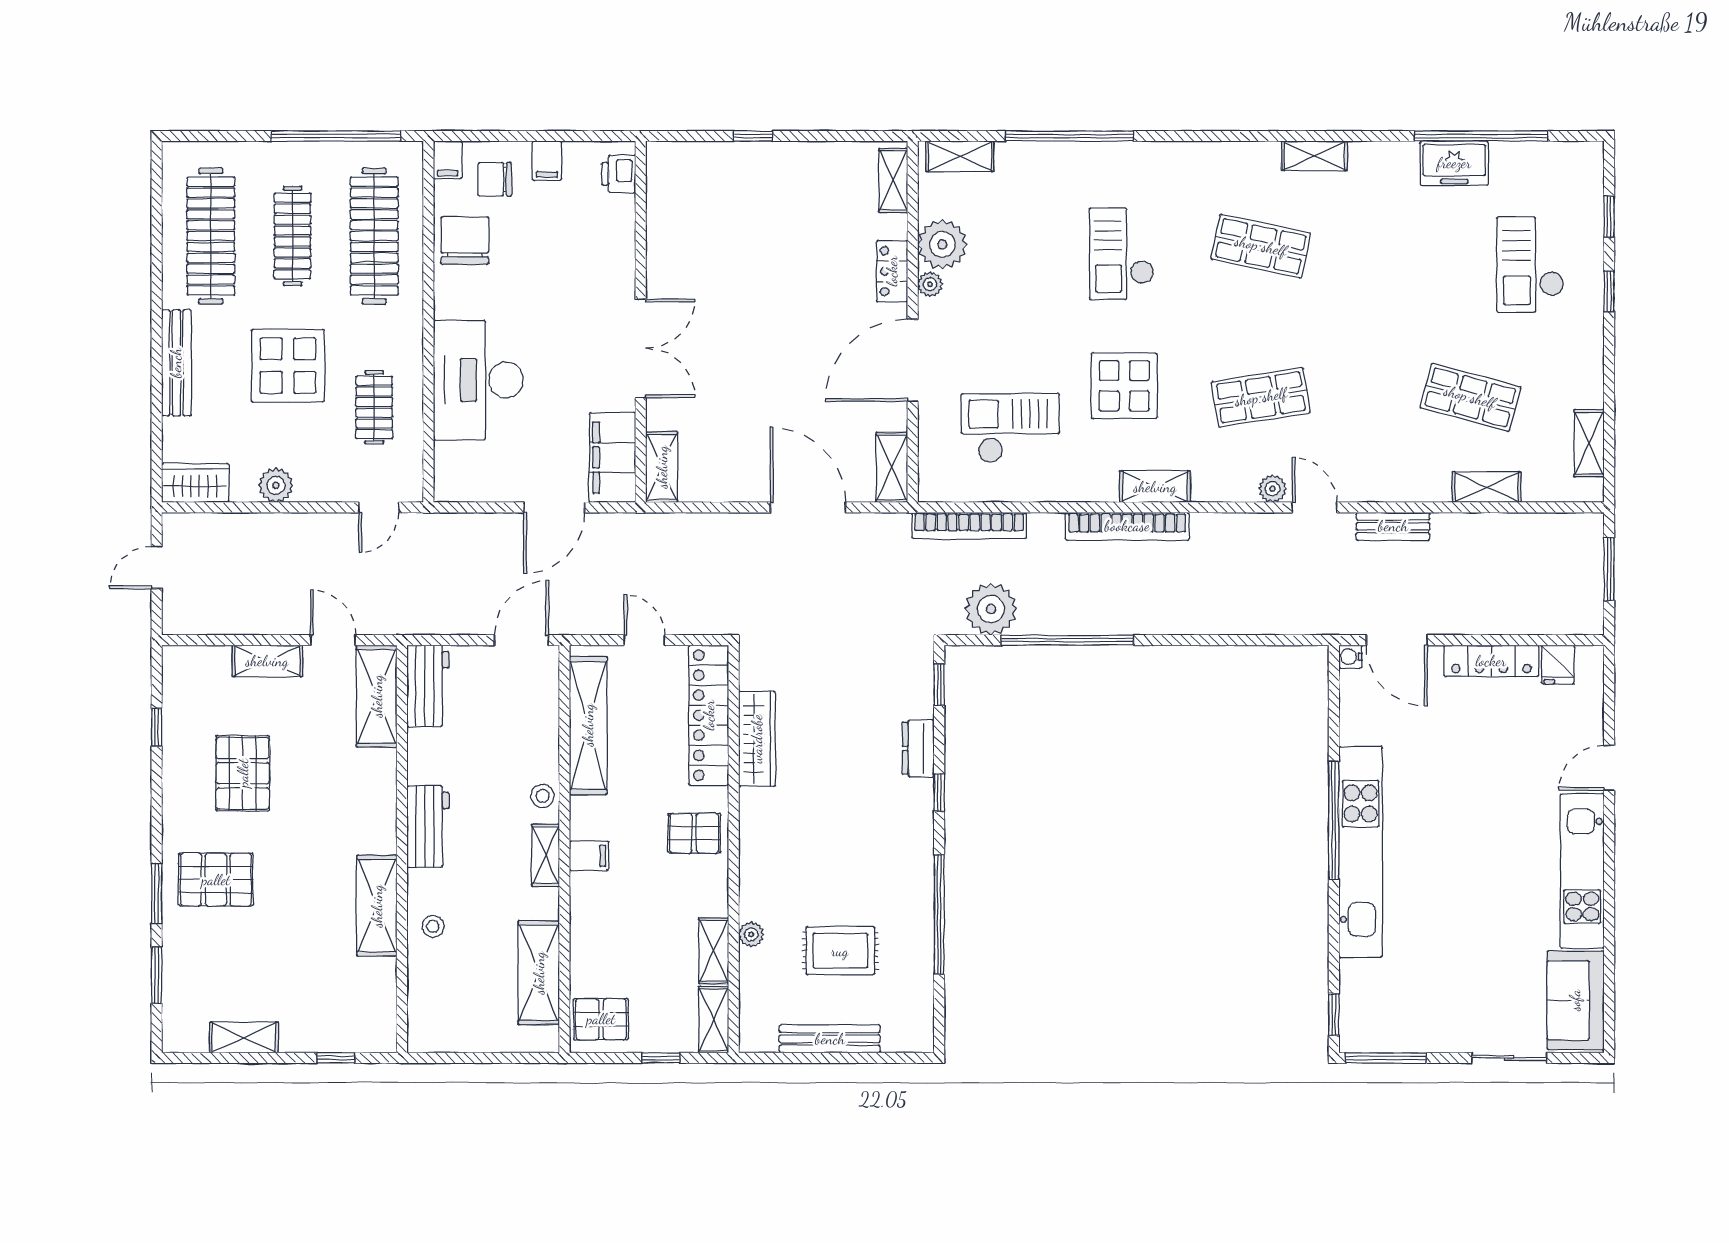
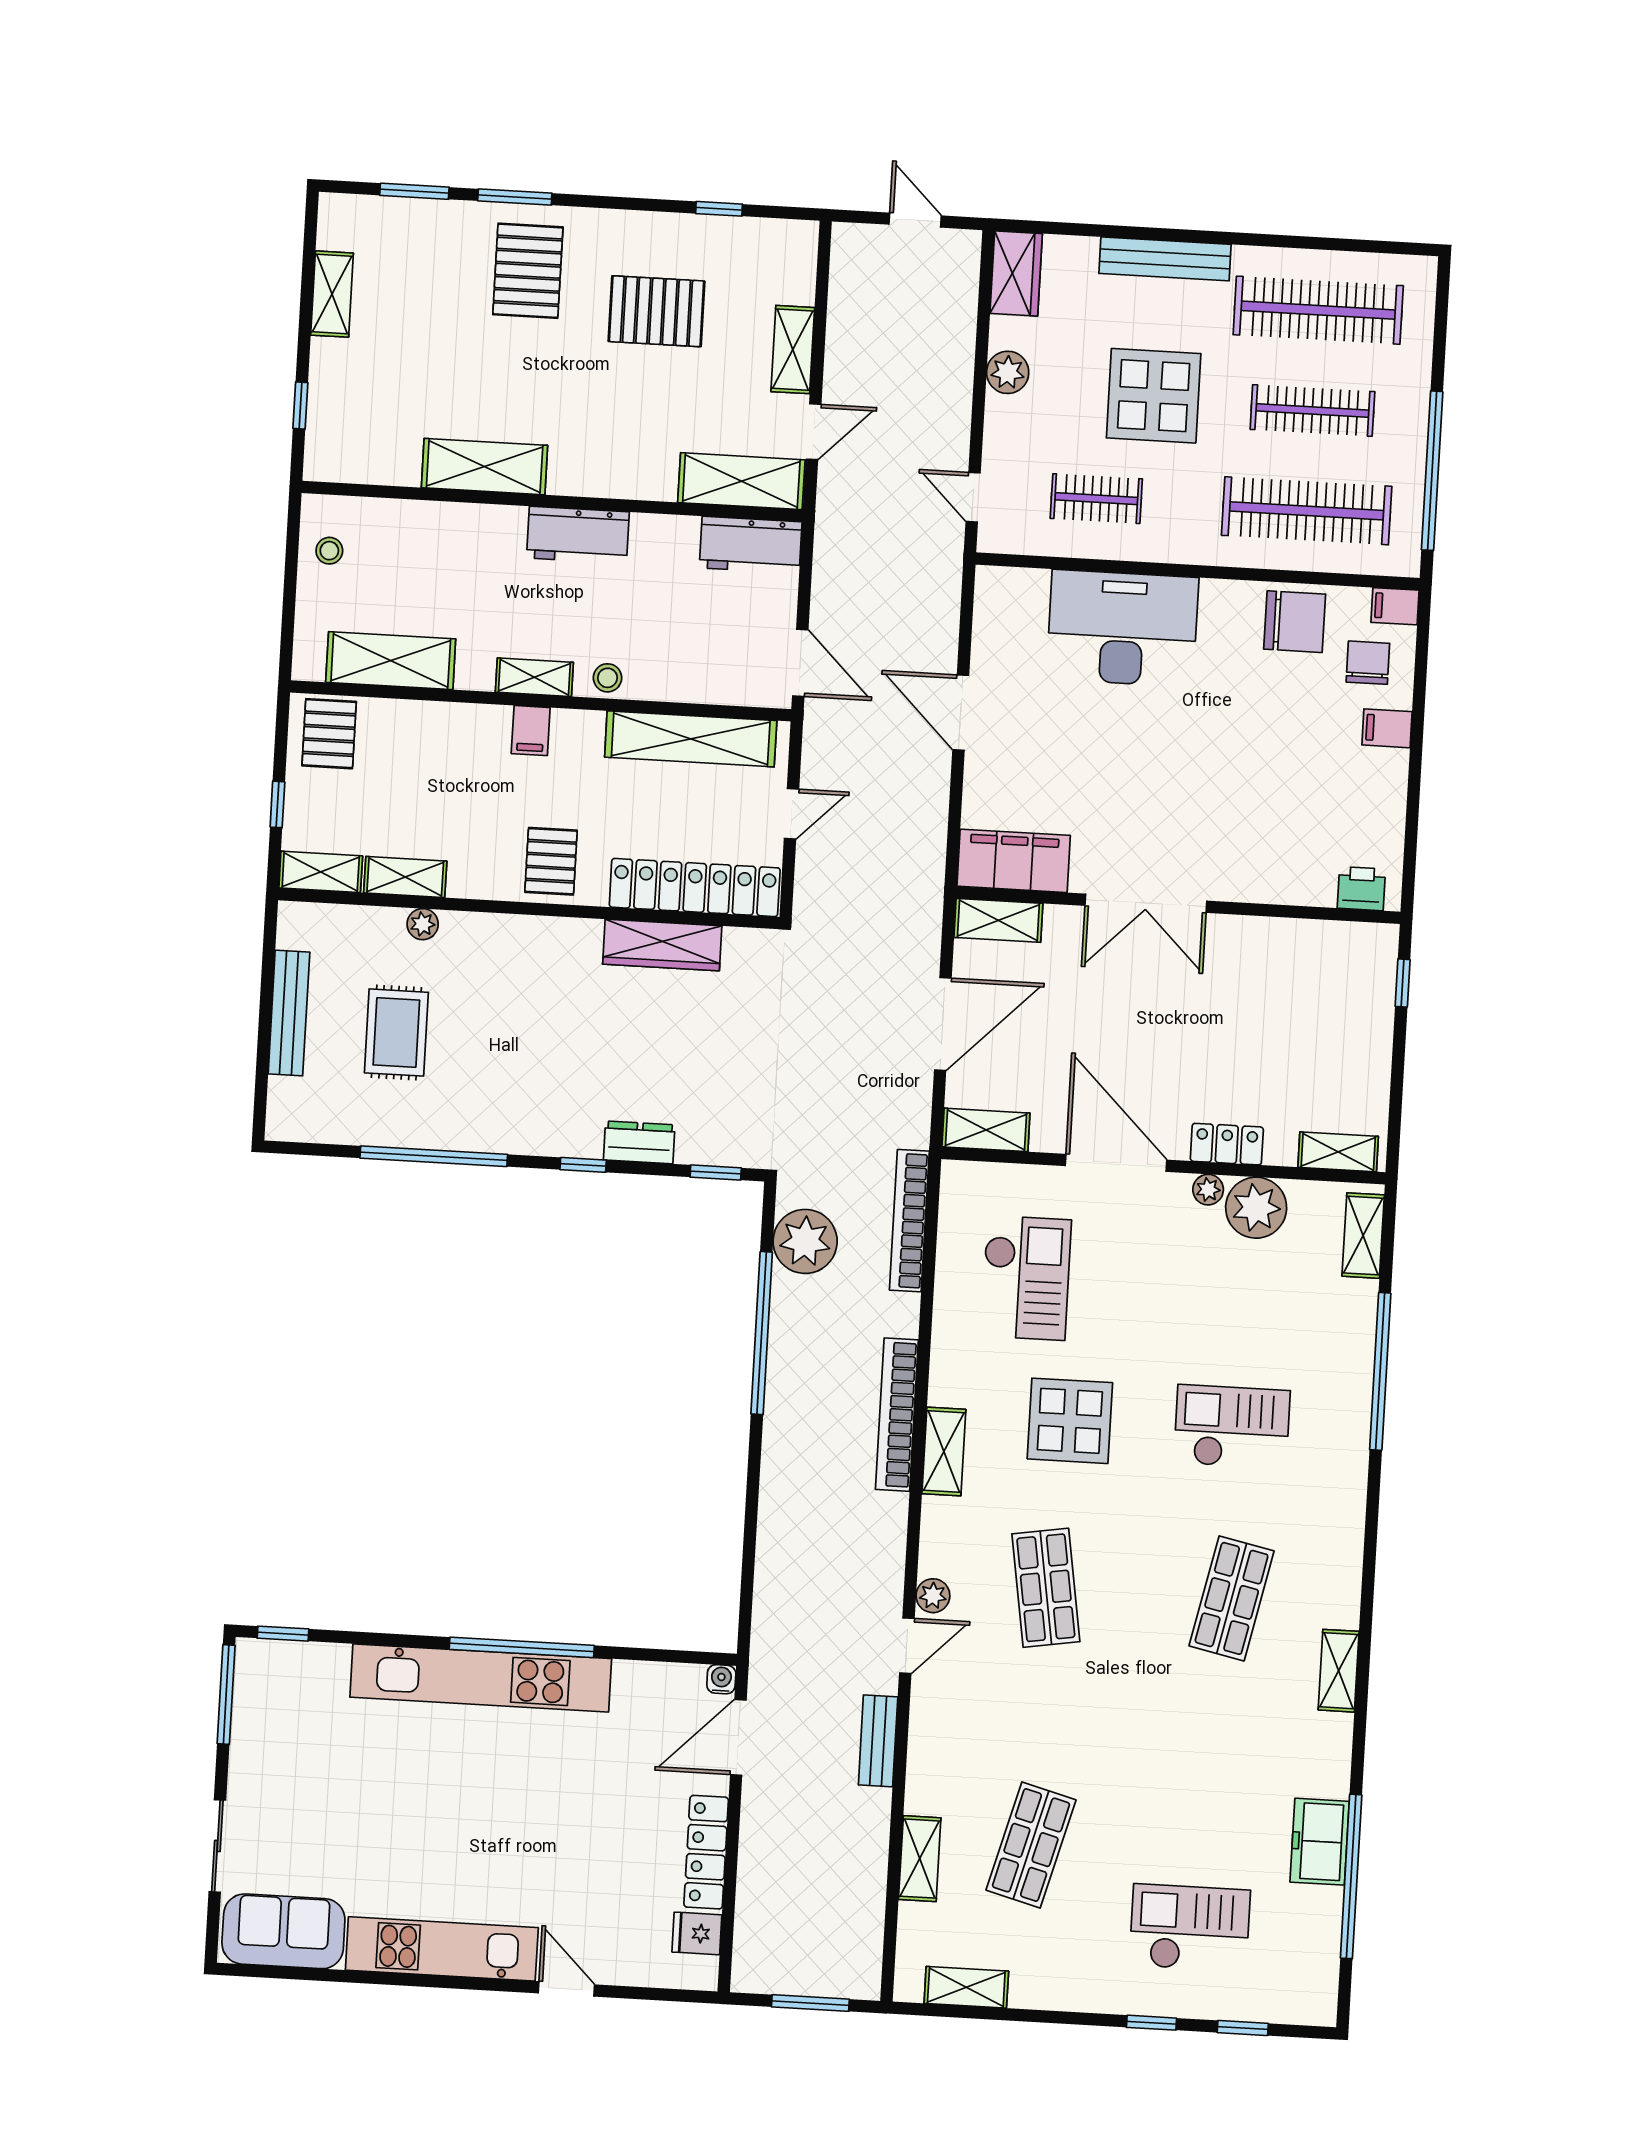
printer: (619, 174) -> (1361, 889), moved
wall: (641, 322) -> (1178, 905), moved
double door: (641, 348) -> (1146, 903), moved
filing cabinet: (612, 458) -> (1014, 861), moved
shelving: (662, 467) -> (998, 920), moved
stool: (433, 926) -> (329, 551), moved

